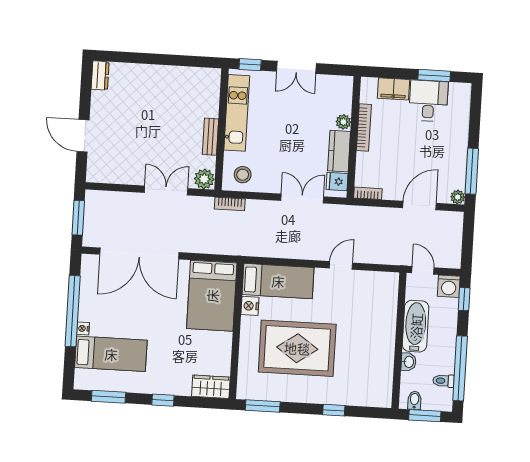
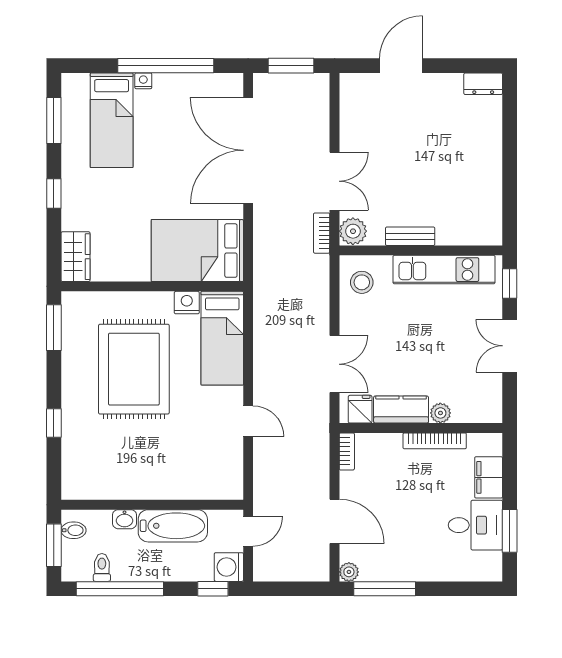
bookcase: (230, 204) -> (322, 233), moved

